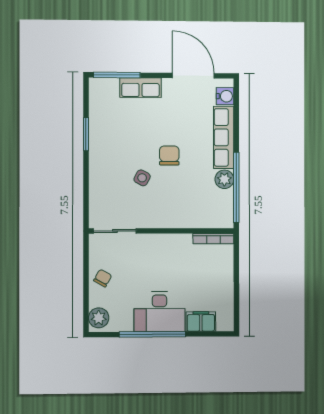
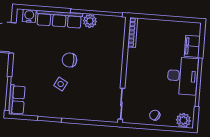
row of seats: (141, 88) -> (17, 100), moved
side table: (142, 178) -> (61, 84), moved

